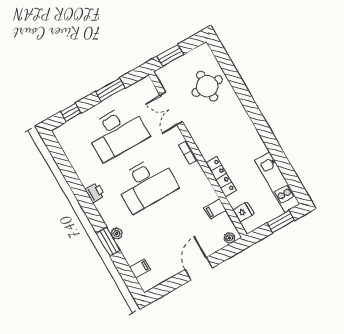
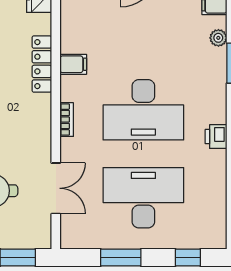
desk: (146, 184) -> (143, 110), turned 180
filing cabinet: (215, 209) -> (73, 64), moved
plant: (117, 234) -> (218, 38), moved

